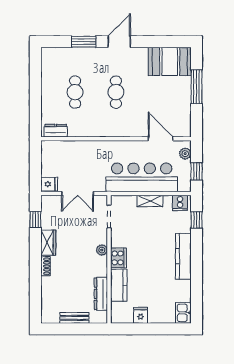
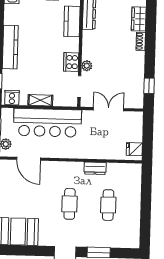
dresser: (56, 131) -> (95, 168), moved
fridge: (49, 184) -> (134, 149), moved
wardrobe: (48, 243) -> (139, 19), moved
plant: (102, 250) -> (87, 66), moved
cooker: (118, 258) -> (71, 62), moved

